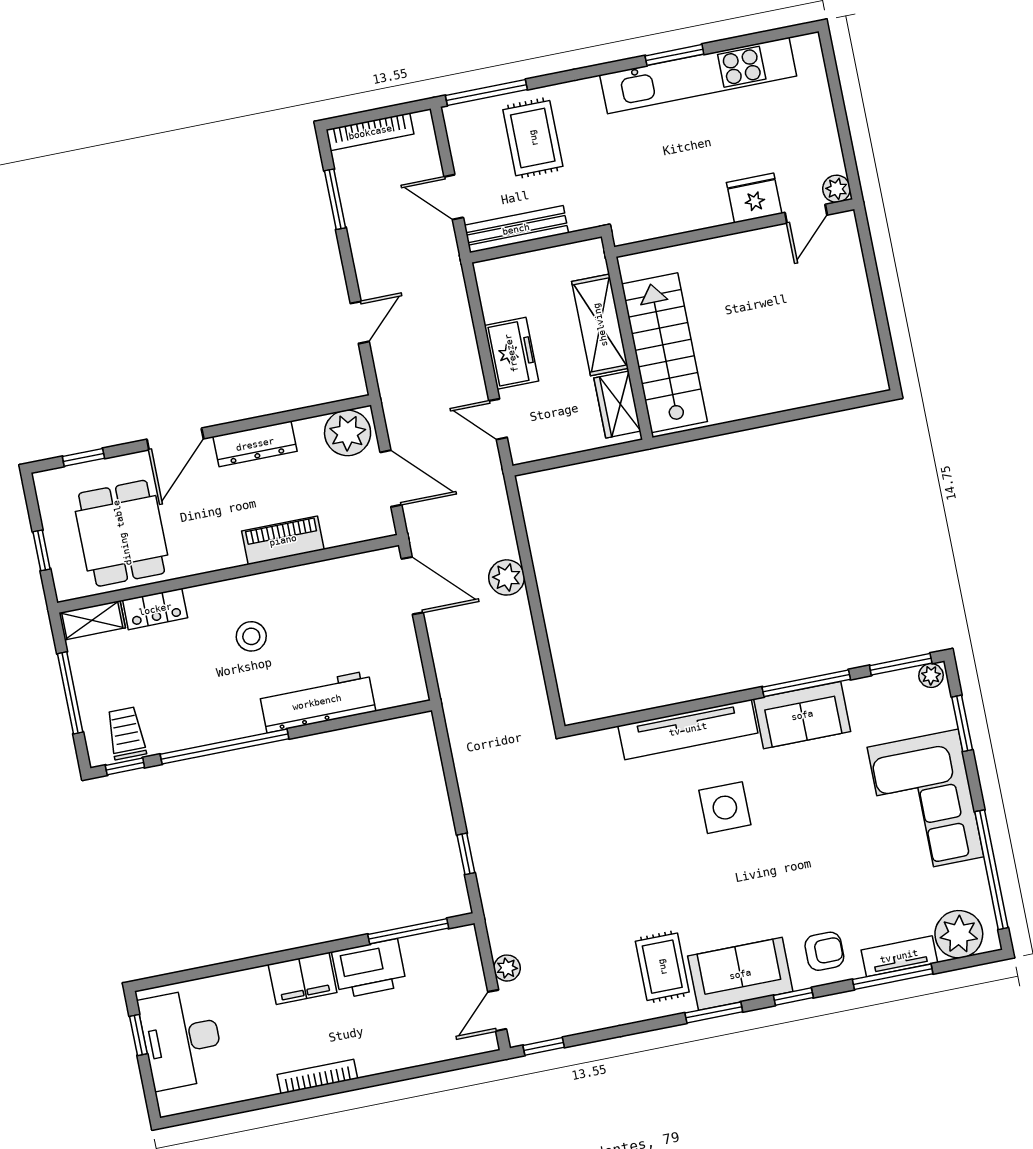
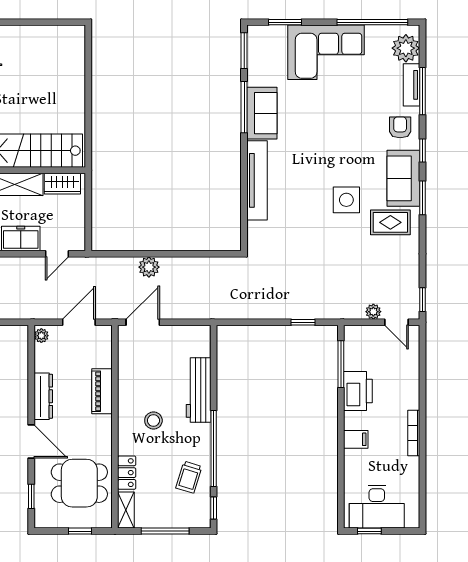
plant: (348, 433) -> (41, 336), width x0.53, depth x0.53
plant: (931, 676) -> (254, 35), removed
trolley: (126, 733) -> (189, 477), moved, turned -73
side table: (725, 808) -> (346, 200), moved
filing cabinet: (303, 978) -> (356, 439), width x0.50

